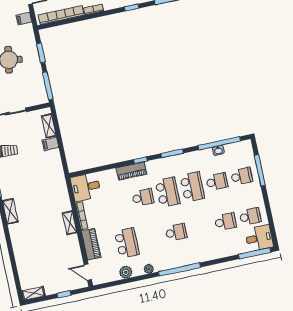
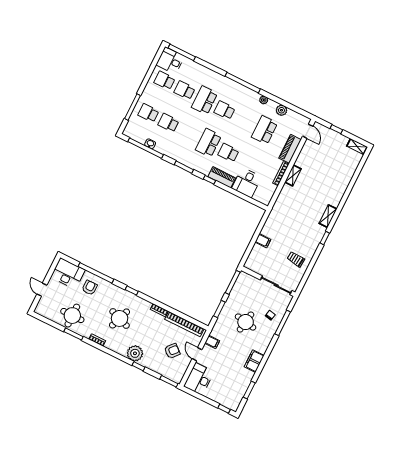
shelving: (49, 126) -> (254, 254), removed
desk: (86, 187) -> (247, 183), moved, turned 90
school desk: (192, 187) -> (205, 100), moved

